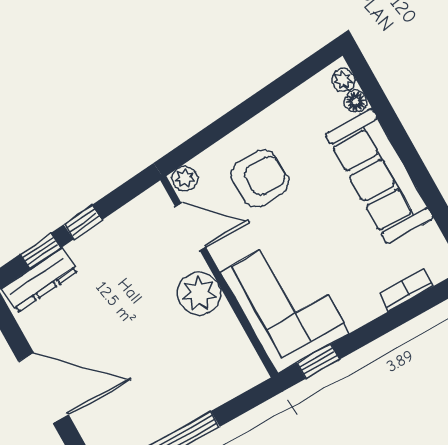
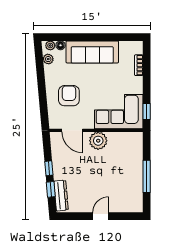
plant: (185, 178) -> (48, 59), moved
door: (191, 227) -> (72, 130), swing flipped
door: (43, 388) -> (101, 216), width x0.53

